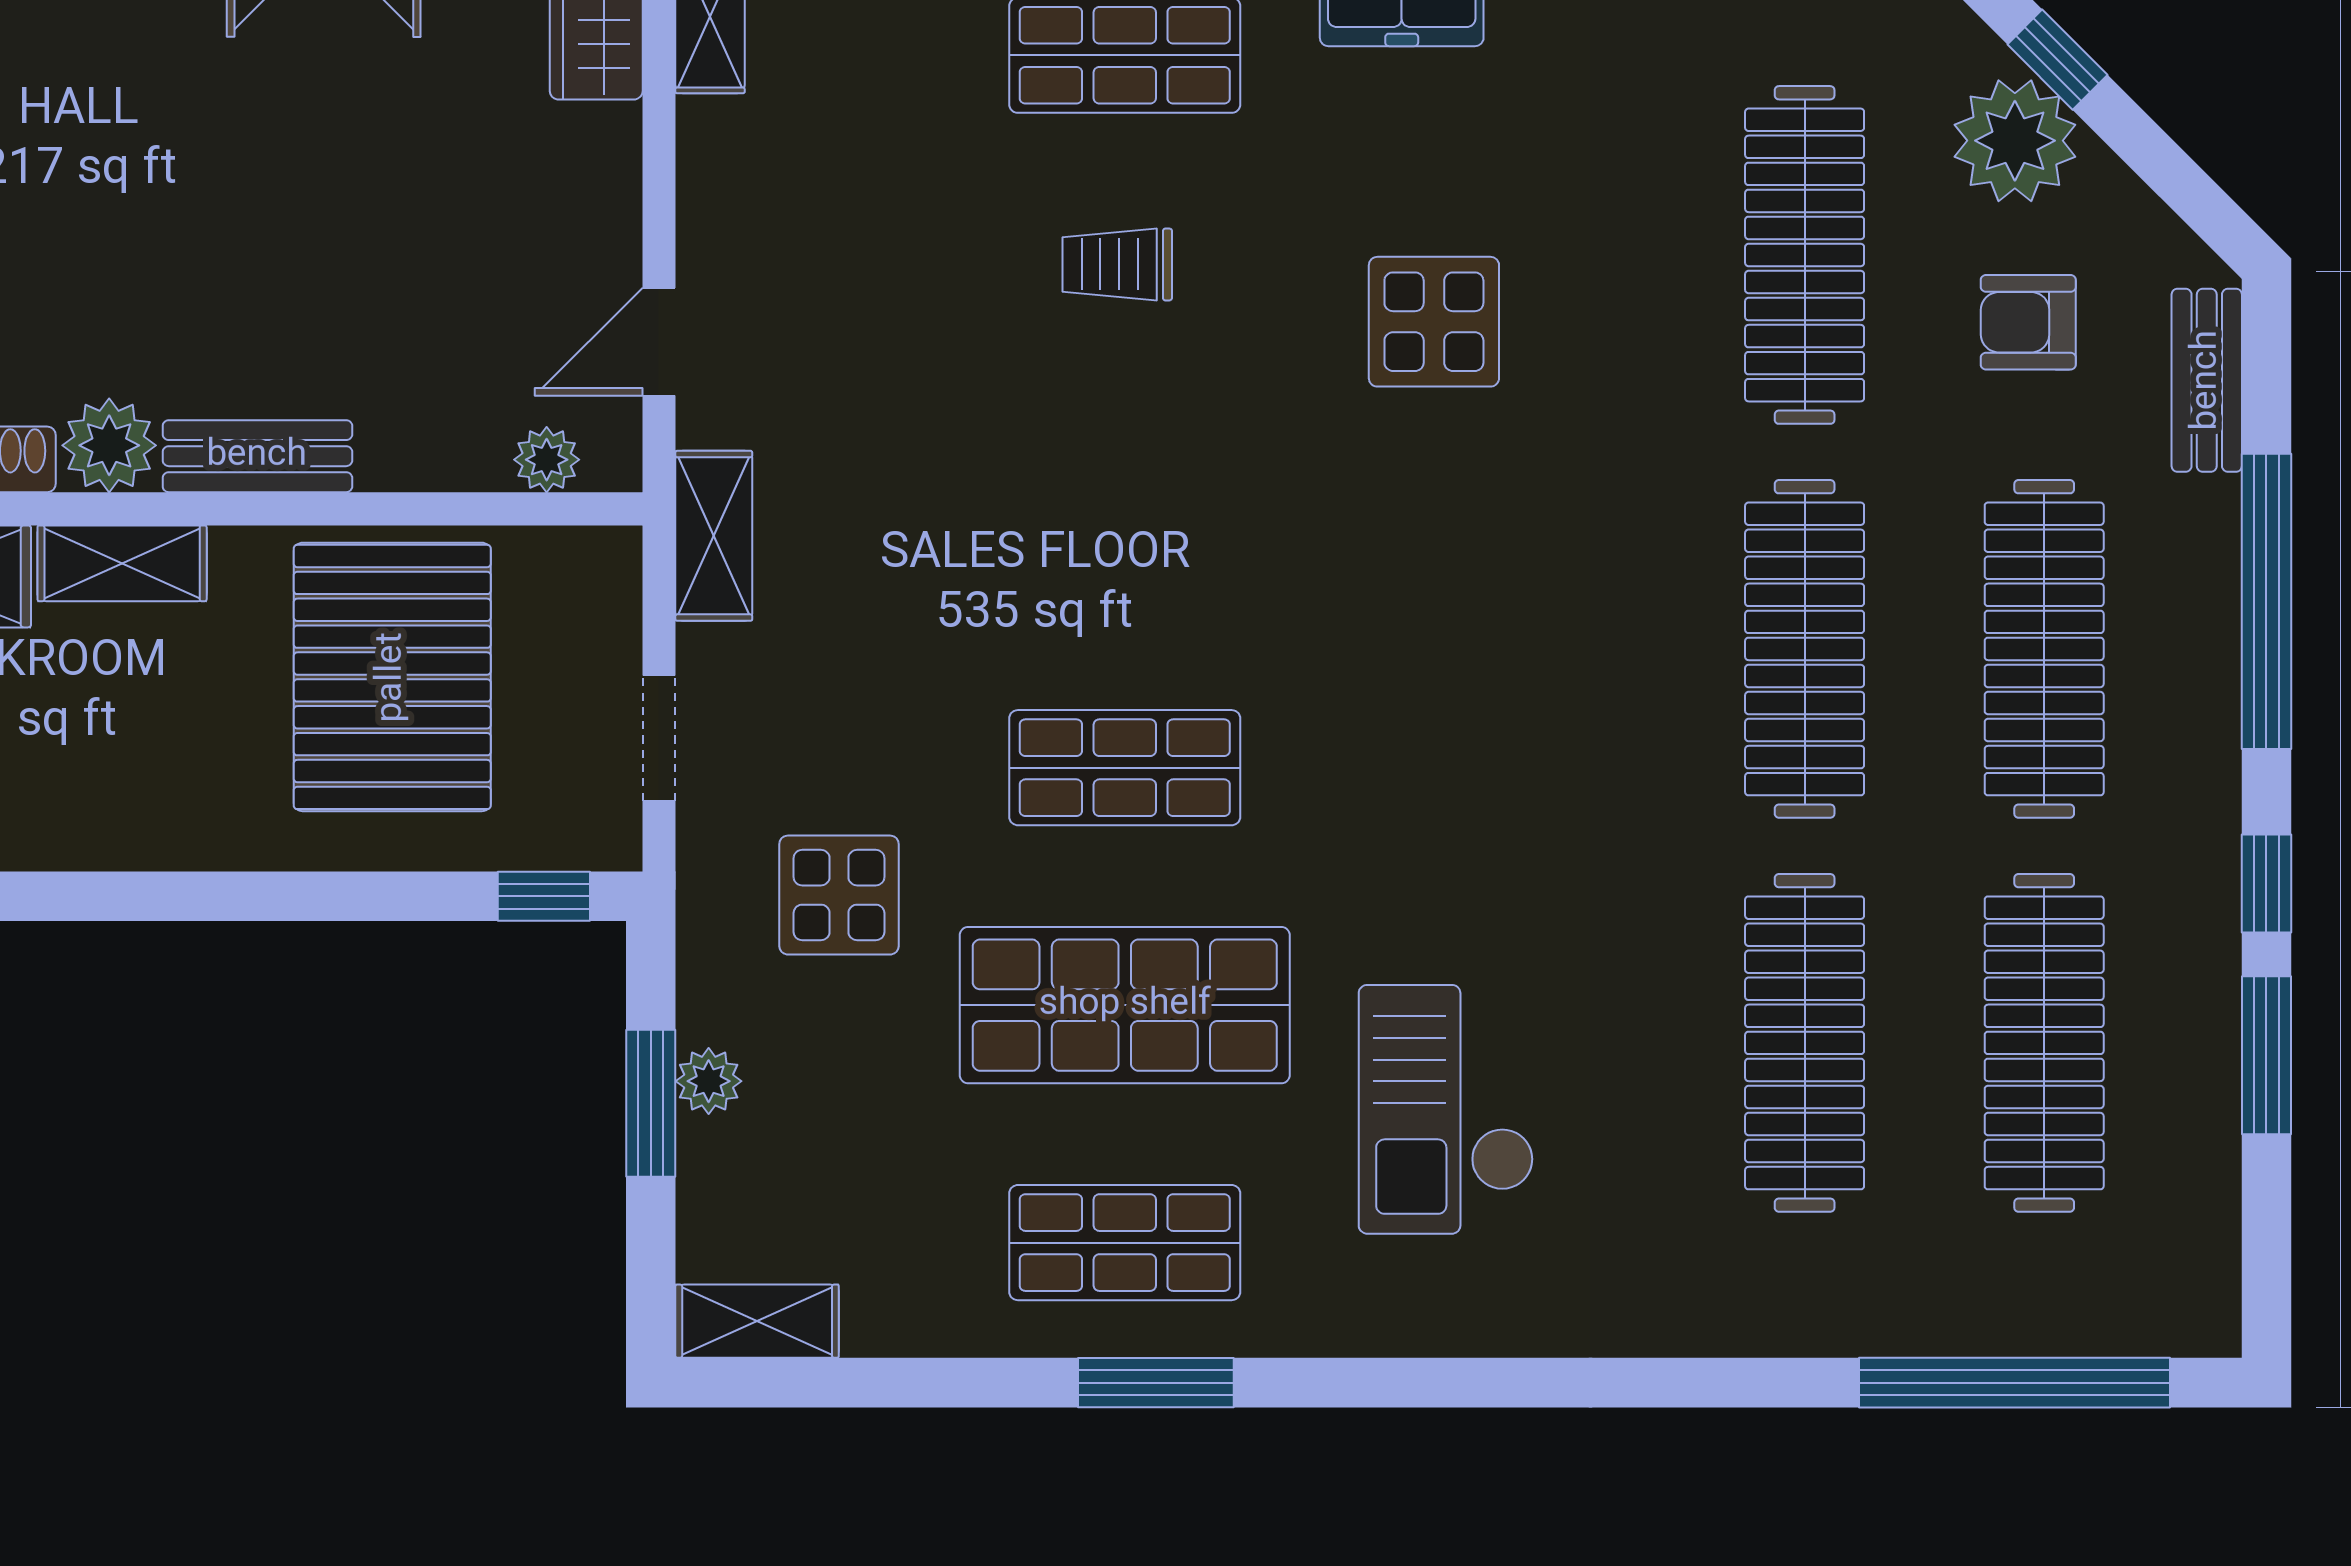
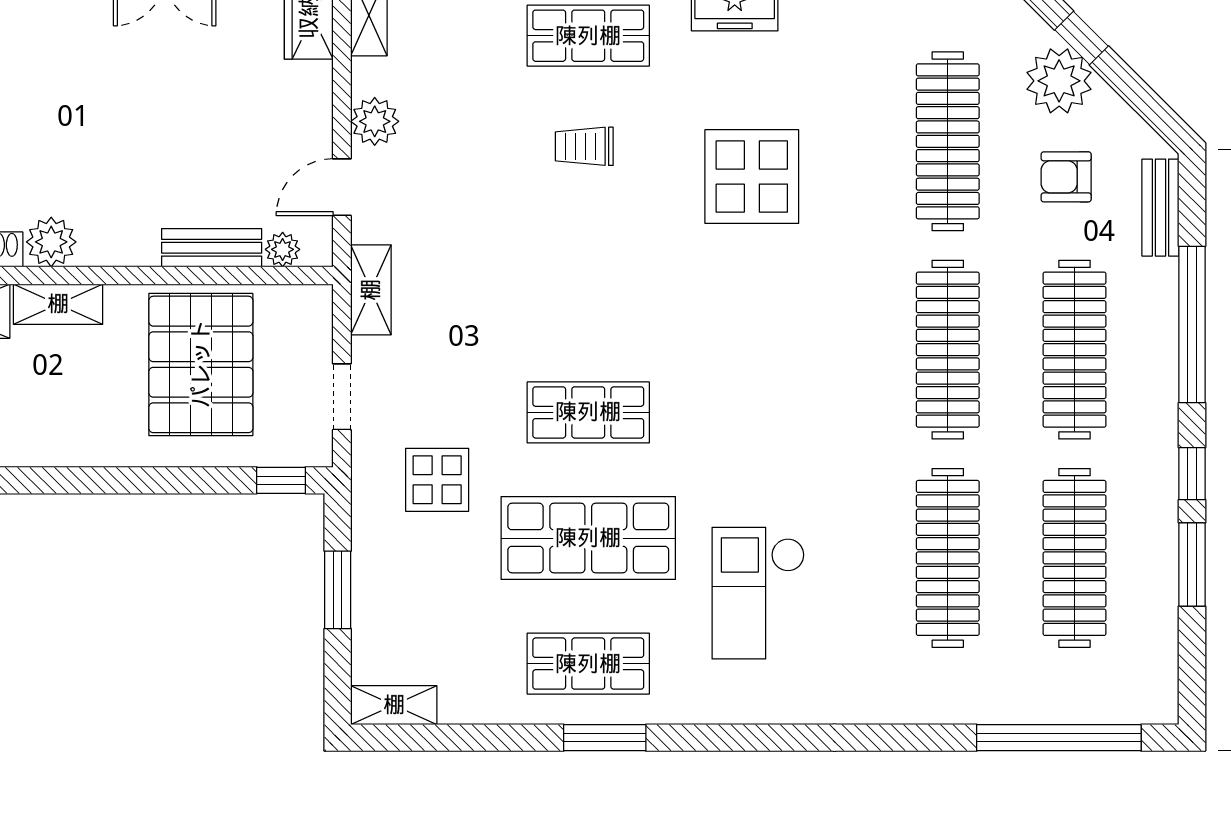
display table: (1434, 322) -> (752, 177), width x1.36, depth x1.36
bench: (257, 456) -> (212, 248), moved
plant: (709, 1081) -> (375, 121), moved, width x1.38, depth x1.38

